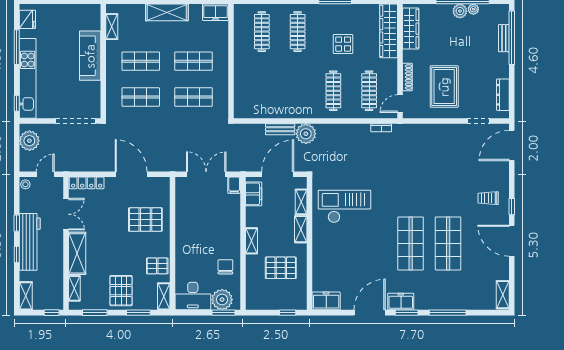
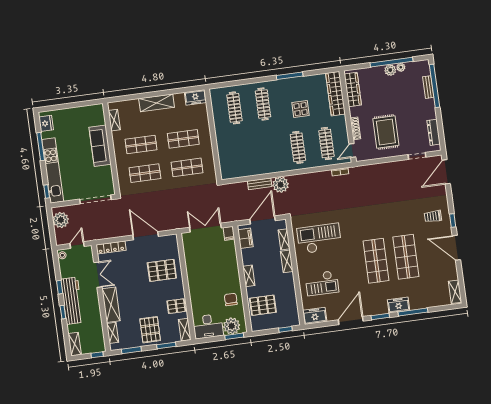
checkout: (340, 262) -> (322, 283), added
pallet: (281, 268) -> (263, 305), moved
freezer: (401, 302) -> (399, 305), moved

